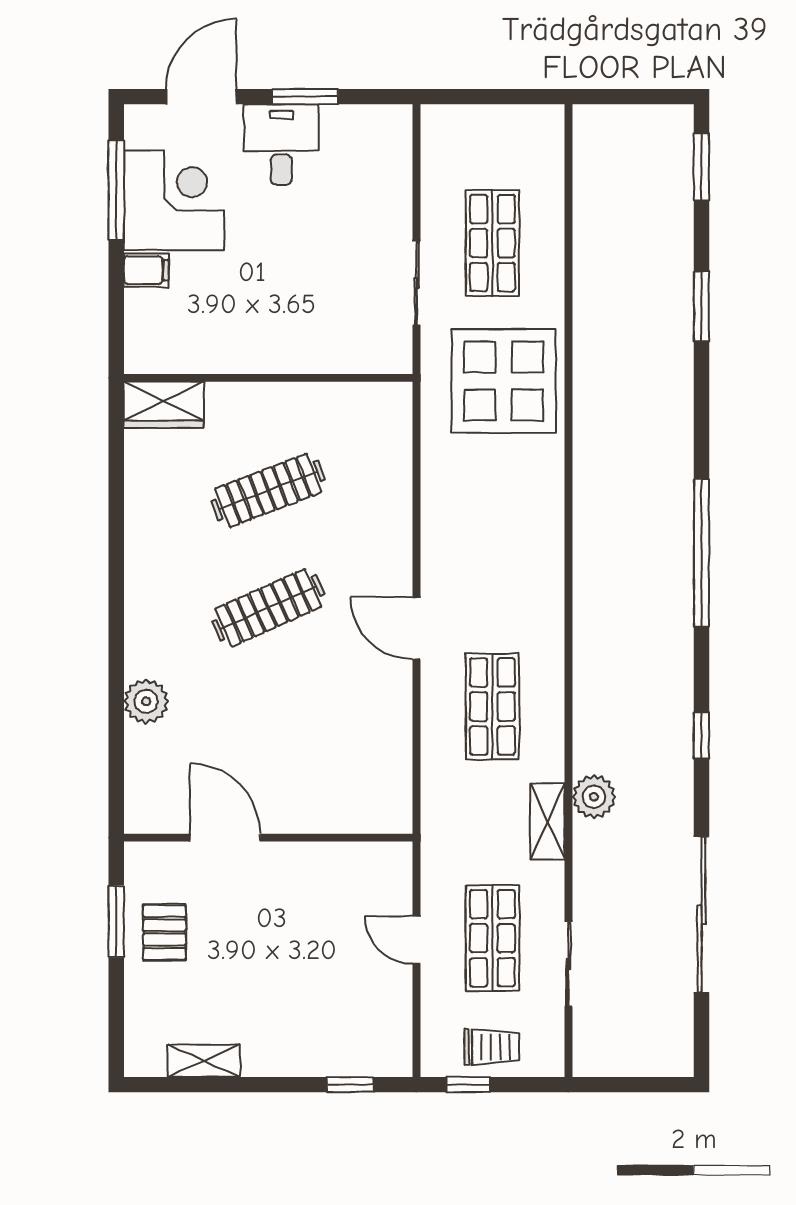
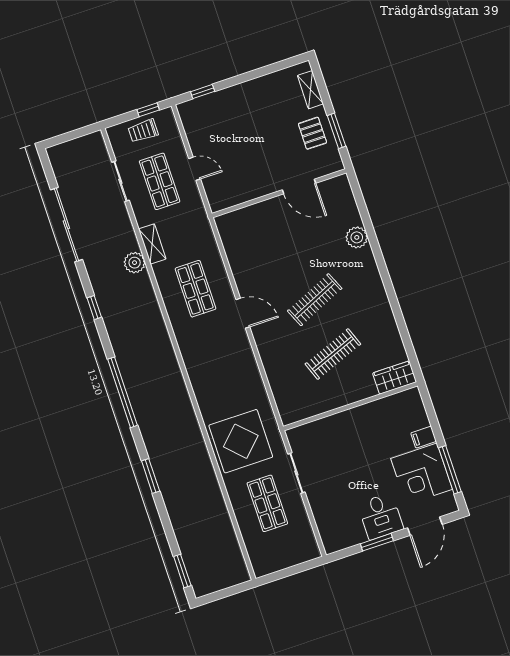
window: (701, 306) -> (151, 476), moved
shelving: (204, 1061) -> (310, 90), moved, turned 90

